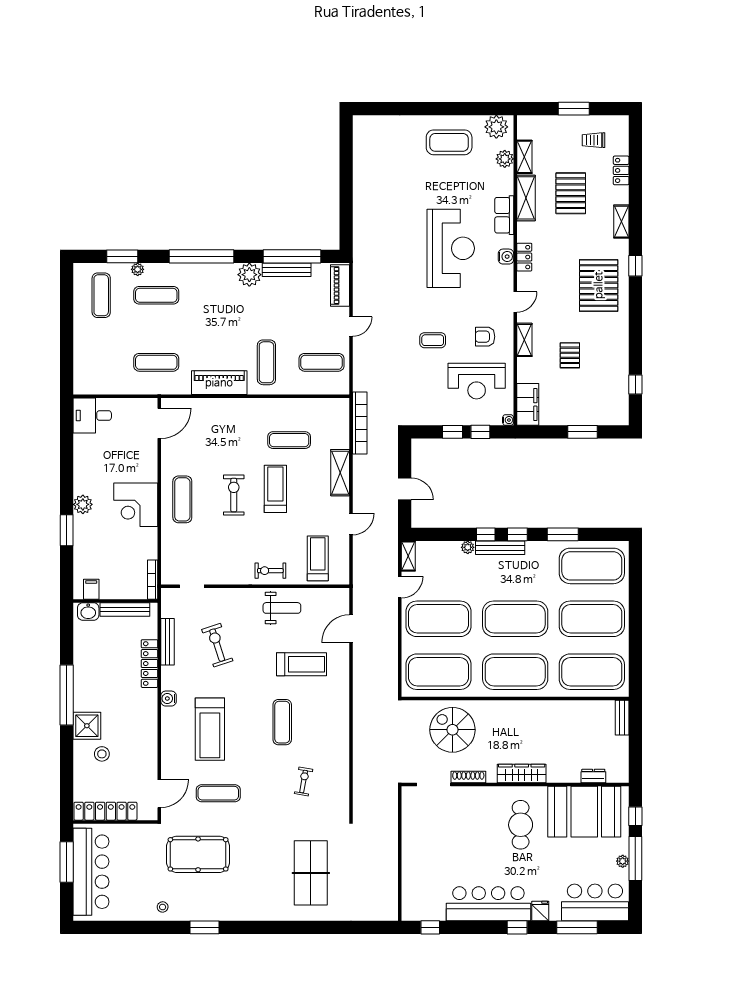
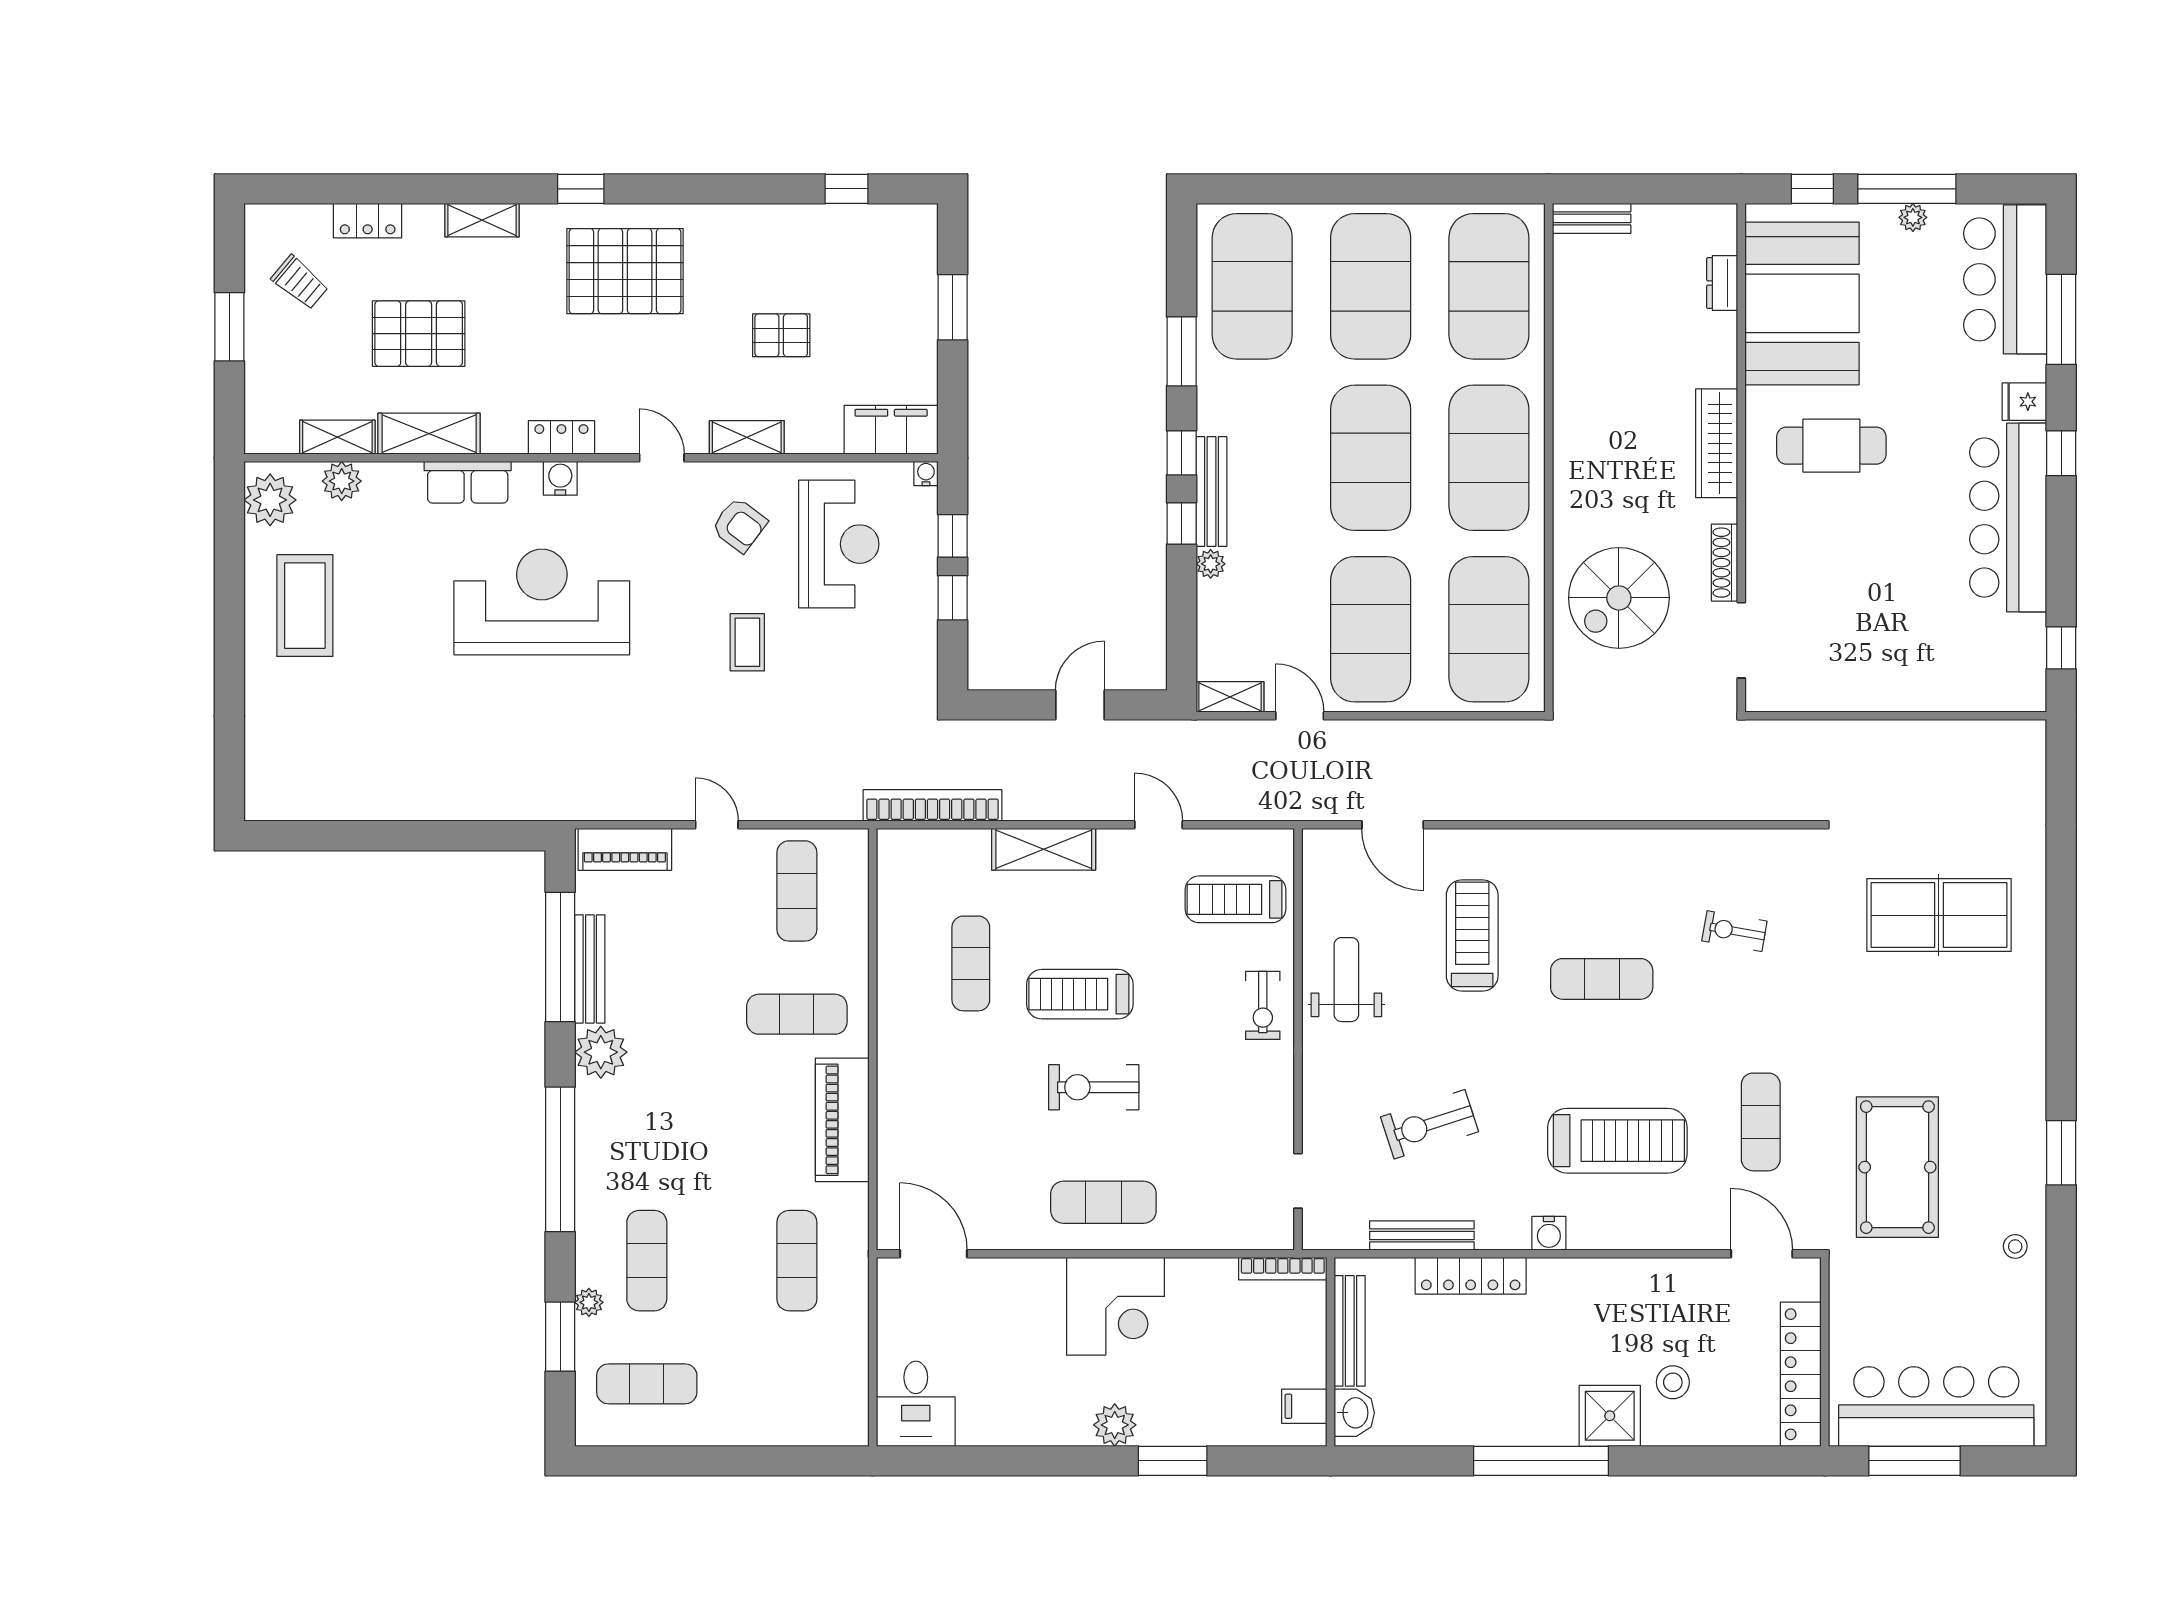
trolley: (594, 140) -> (300, 282), turned -50
armchair: (485, 337) -> (739, 525), turned -53

